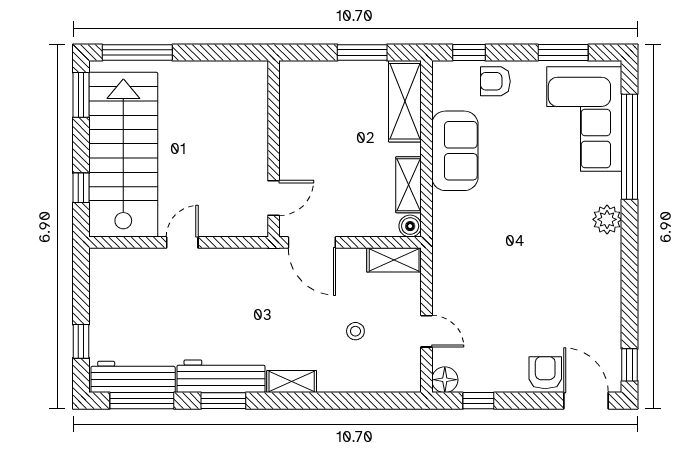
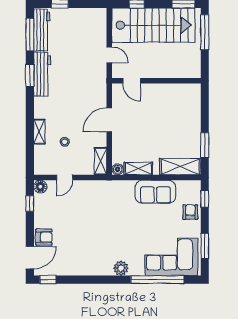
wall: (274, 149) -> (156, 81), moved
door: (274, 198) -> (132, 81), moved
shelving: (292, 382) -> (39, 132), moved

